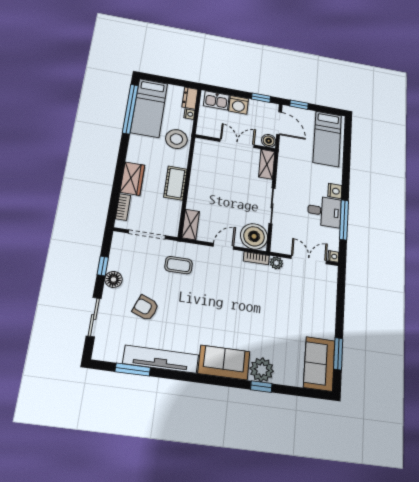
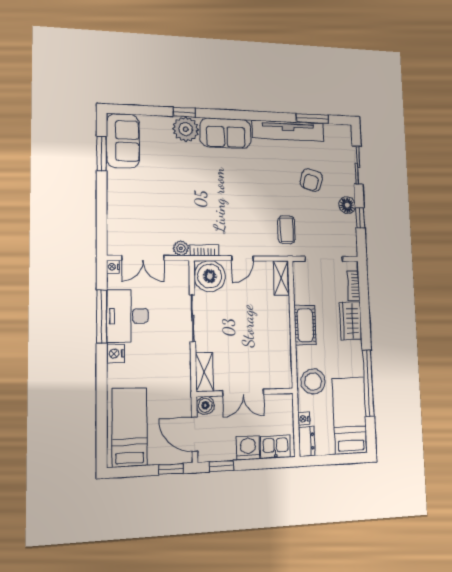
window: (130, 109) -> (368, 383), moved
desk: (324, 211) -> (128, 316), width x1.37
coffee table: (179, 265) -> (287, 230), turned 90
armchair: (146, 308) -> (311, 180), turned 86

